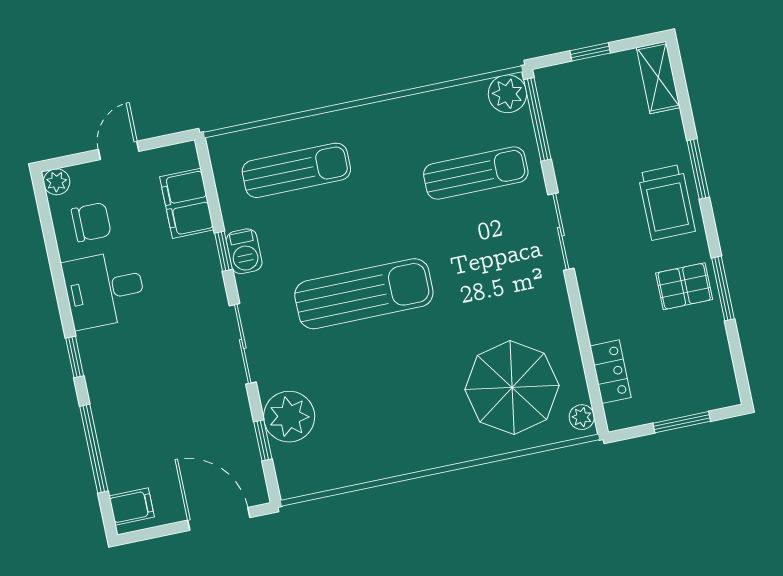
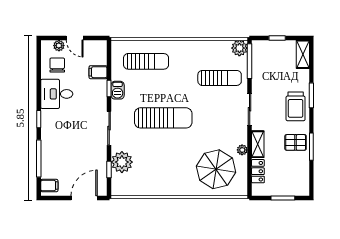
door: (119, 150) -> (75, 38), swing flipped
plant: (57, 182) -> (59, 46), moved
filing cabinet: (187, 203) -> (98, 72), width x0.50
chair: (91, 222) -> (57, 65), turned -90
shelving: (597, 309) -> (258, 144), added
plant: (582, 417) -> (242, 150), moved
door: (219, 519) -> (84, 198), hinge flipped

